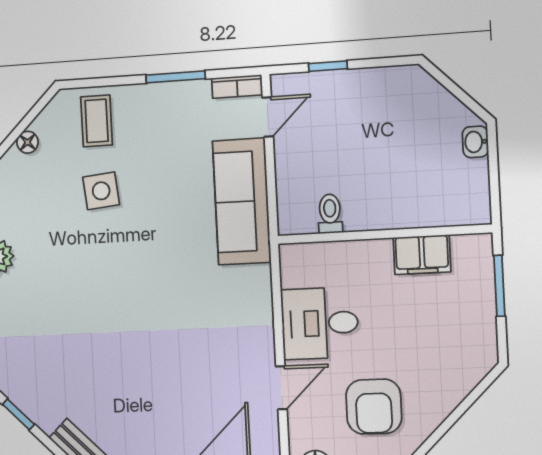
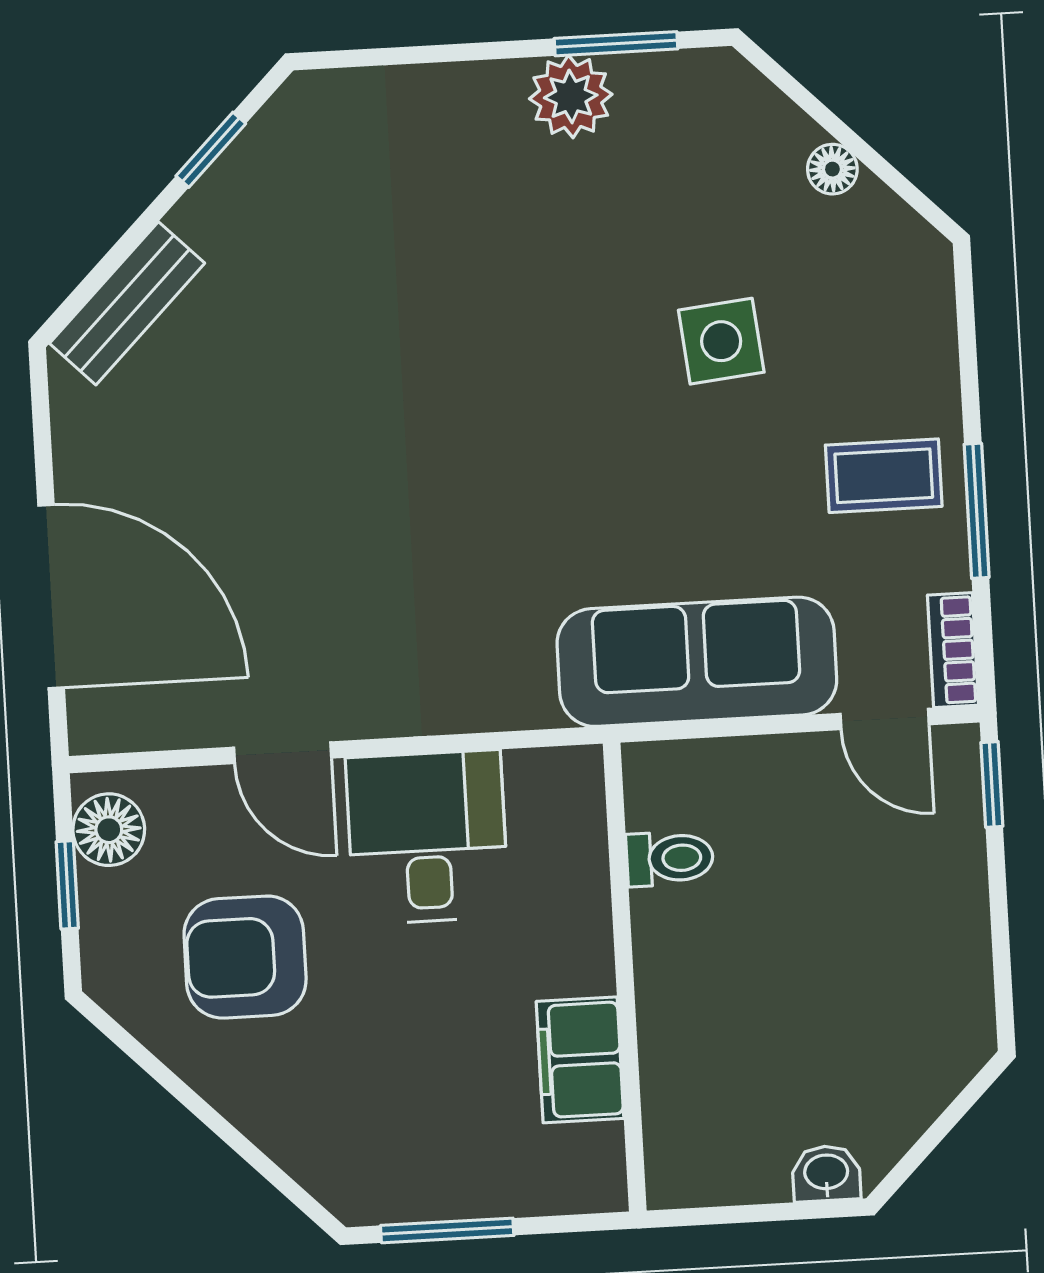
window: (328, 66) -> (992, 784), moved
coffee table: (97, 121) -> (884, 476), moved
window: (499, 286) -> (447, 1230), moved

